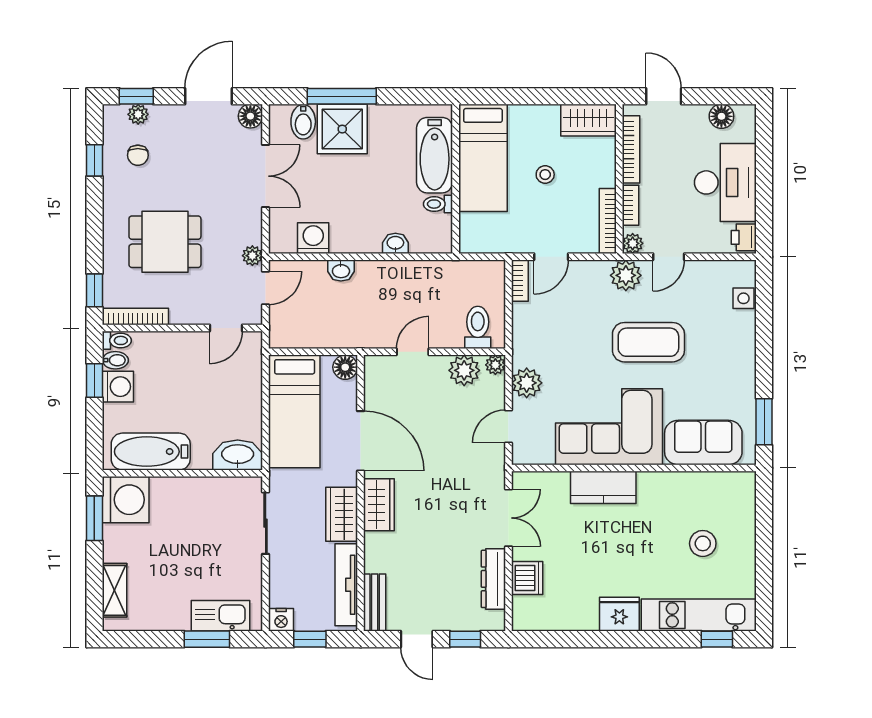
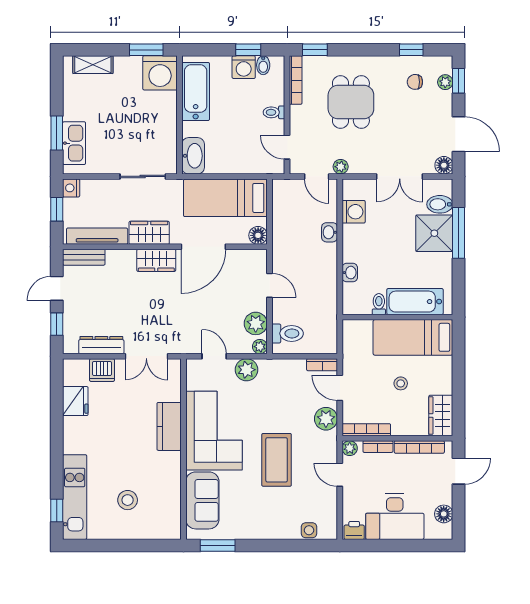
plant: (626, 275) -> (326, 419), moved
toilet: (117, 340) -> (274, 112), moved, turned 90
fridge: (619, 614) -> (75, 401), moved

